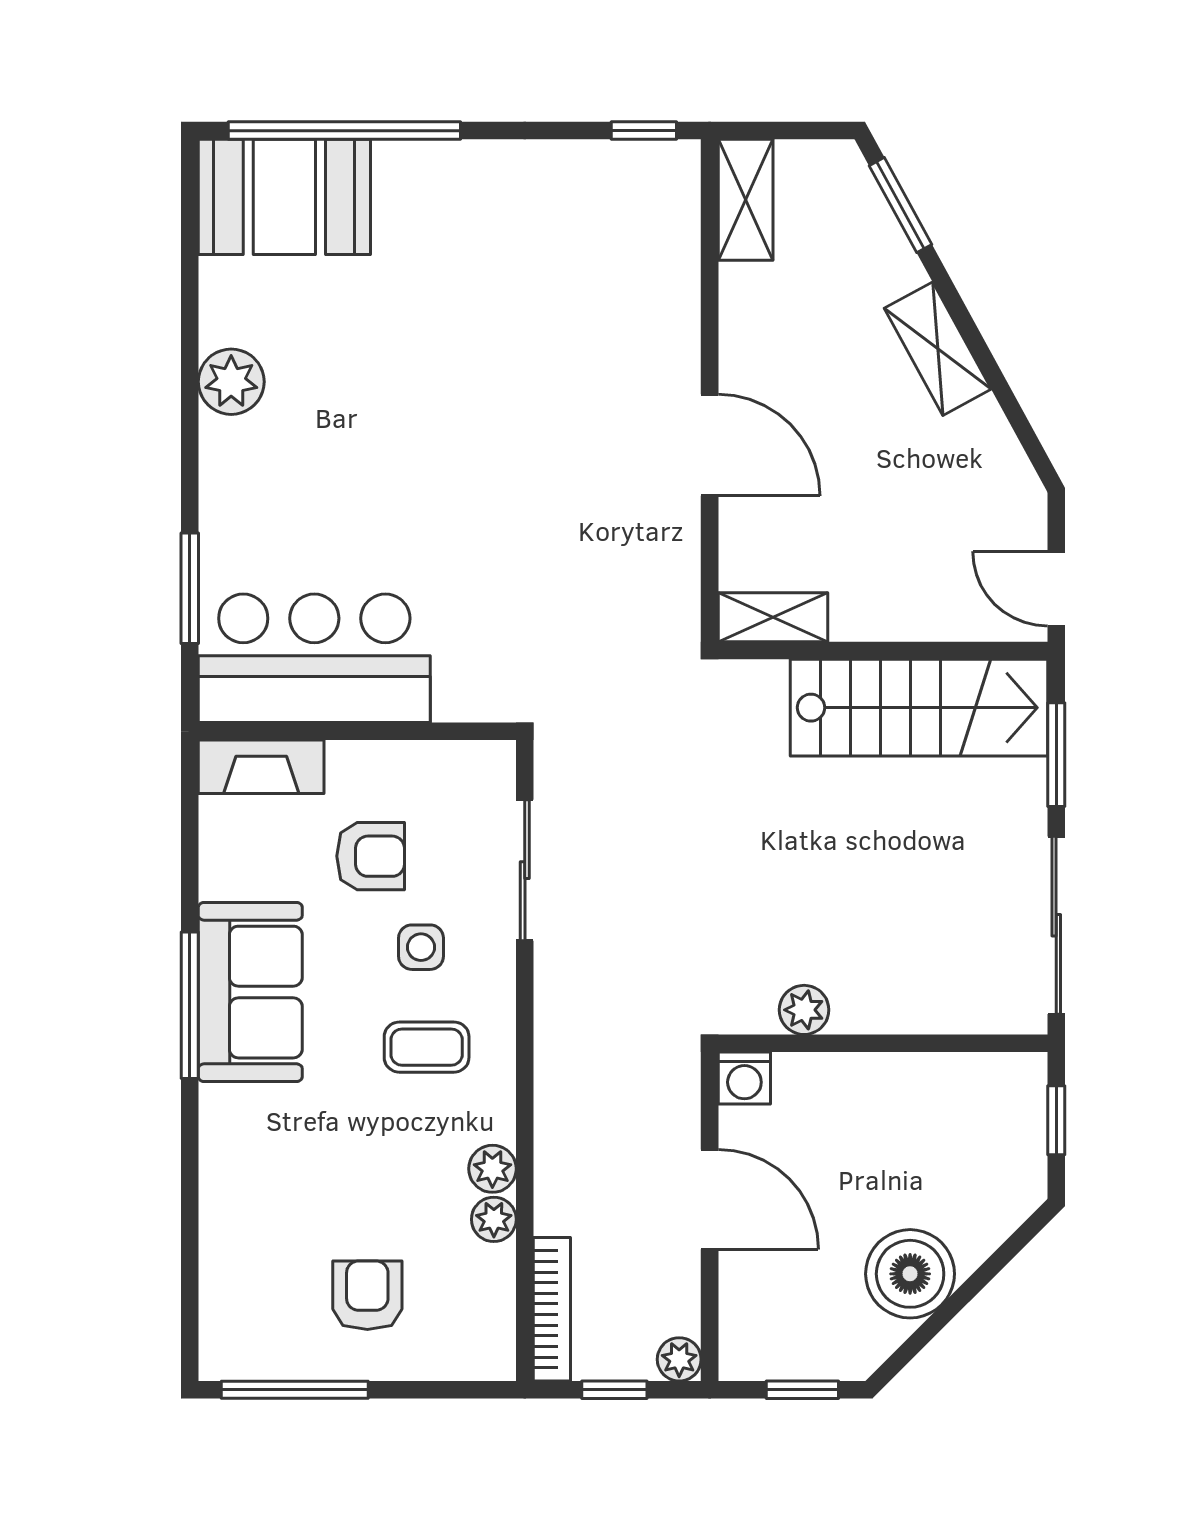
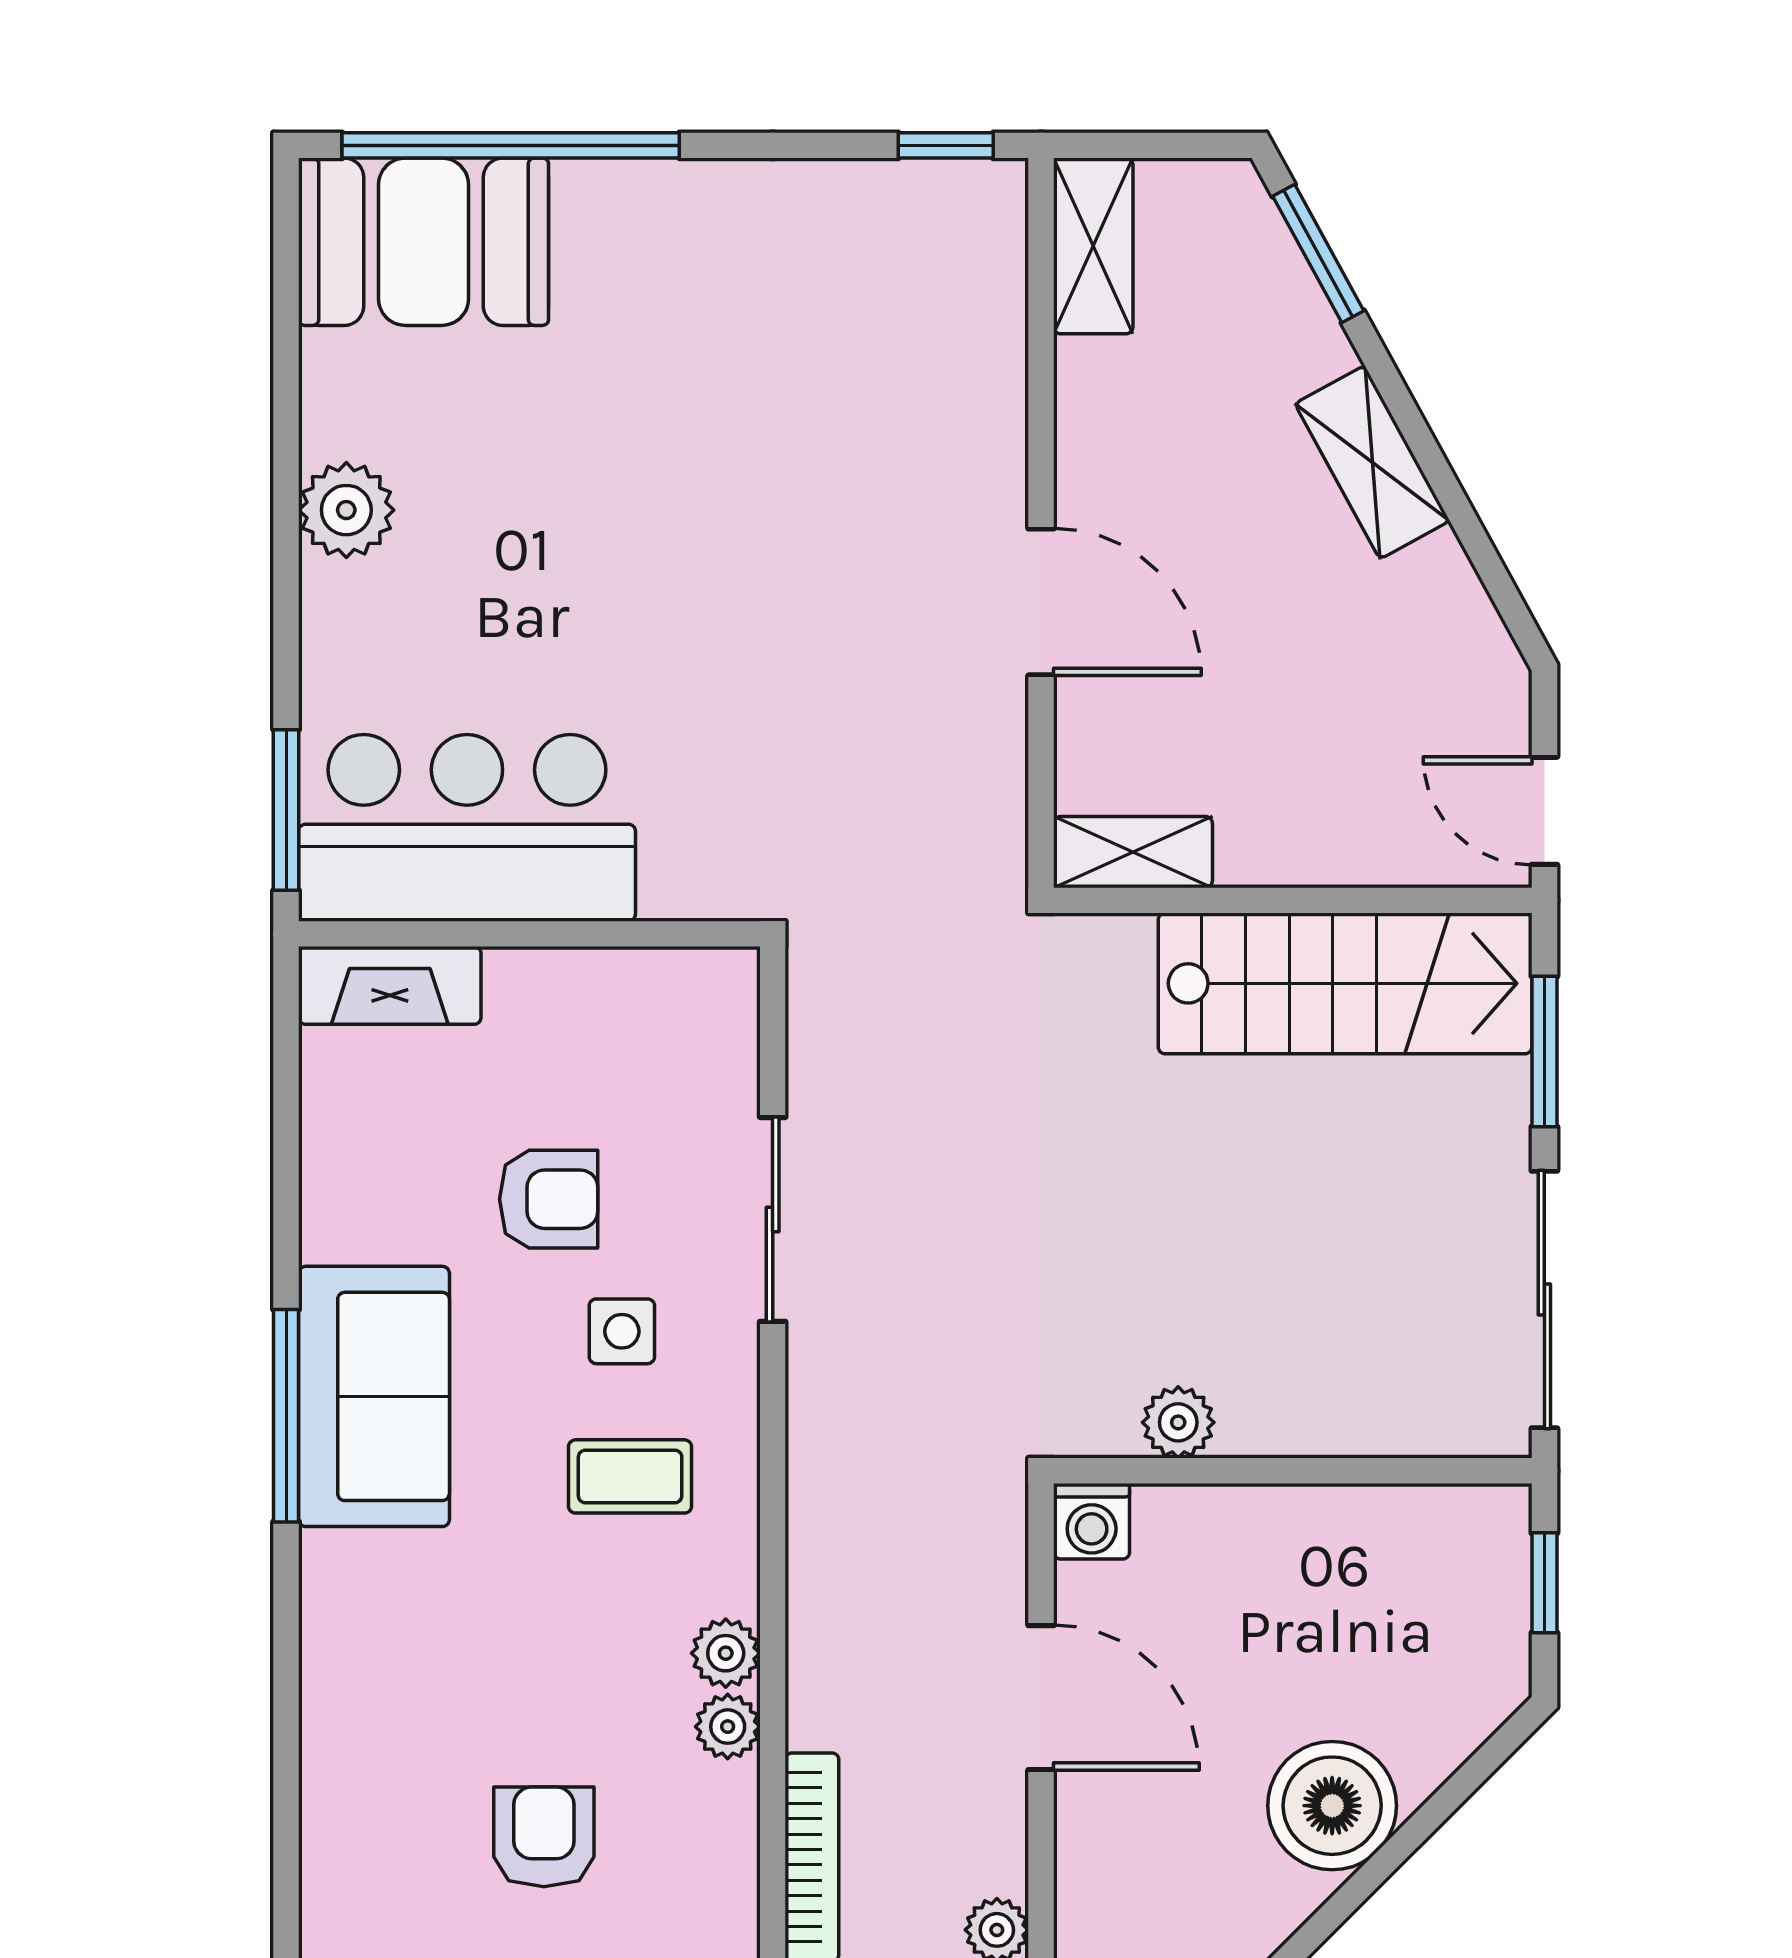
bar counter: (314, 658) -> (467, 828), moved
wall: (357, 731) -> (529, 934), moved
fireplace: (261, 767) -> (390, 985), moved

